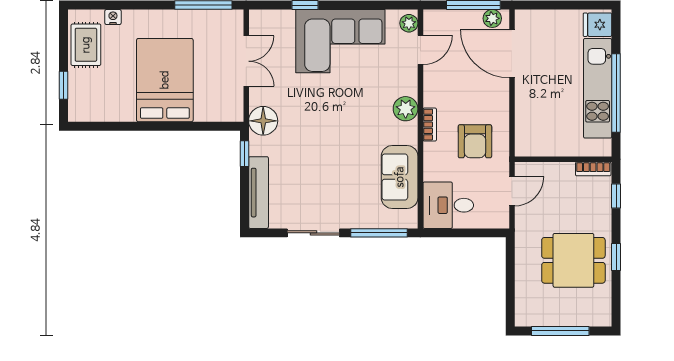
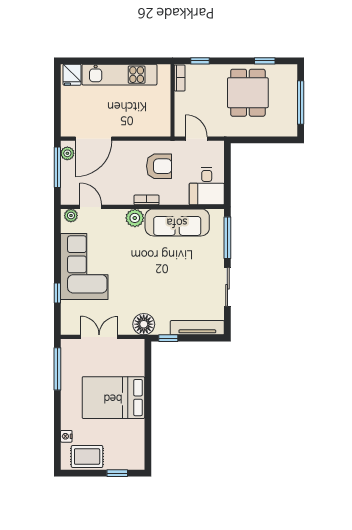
window: (616, 93) -> (123, 61), removed
sofa: (400, 177) -> (177, 222), width x1.36
window: (616, 257) -> (265, 61), moved

